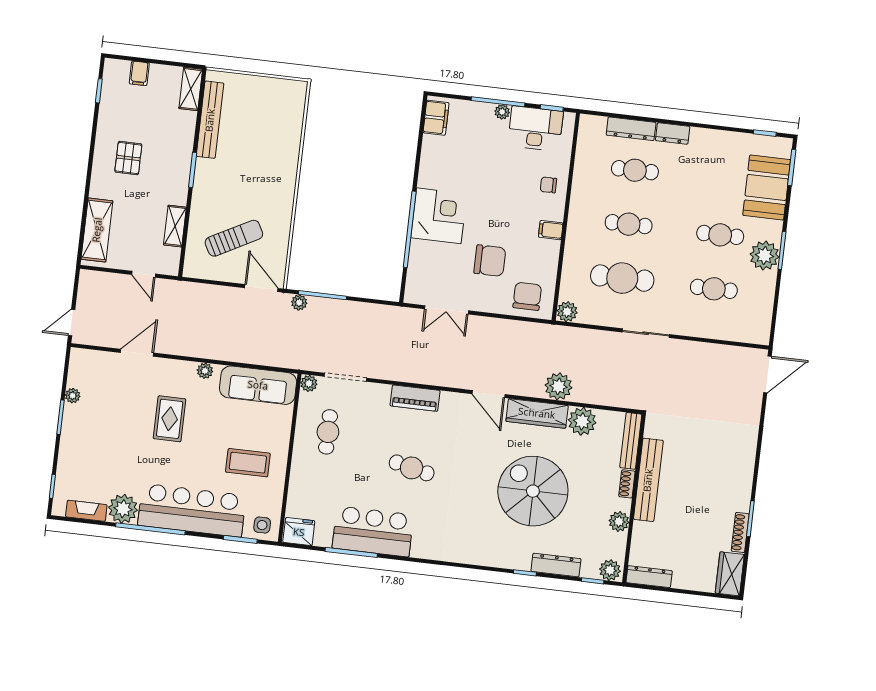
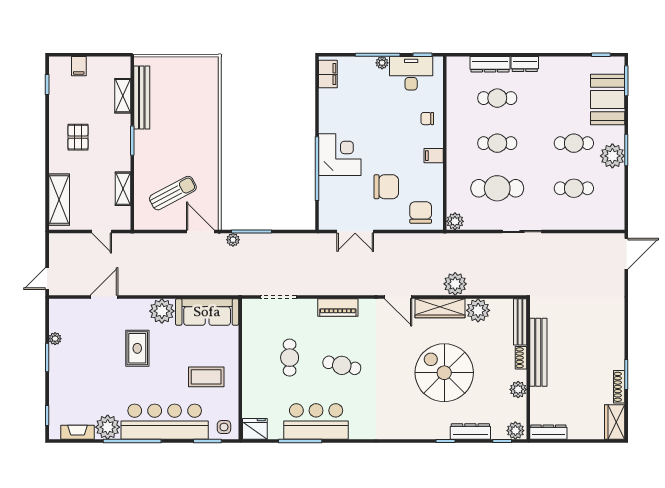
shelving: (191, 89) -> (123, 96), moved
plant: (205, 371) -> (162, 311), width x1.87, depth x1.87
plant: (309, 383) -> (249, 306), removed
cafe table: (328, 432) -> (290, 358), moved

